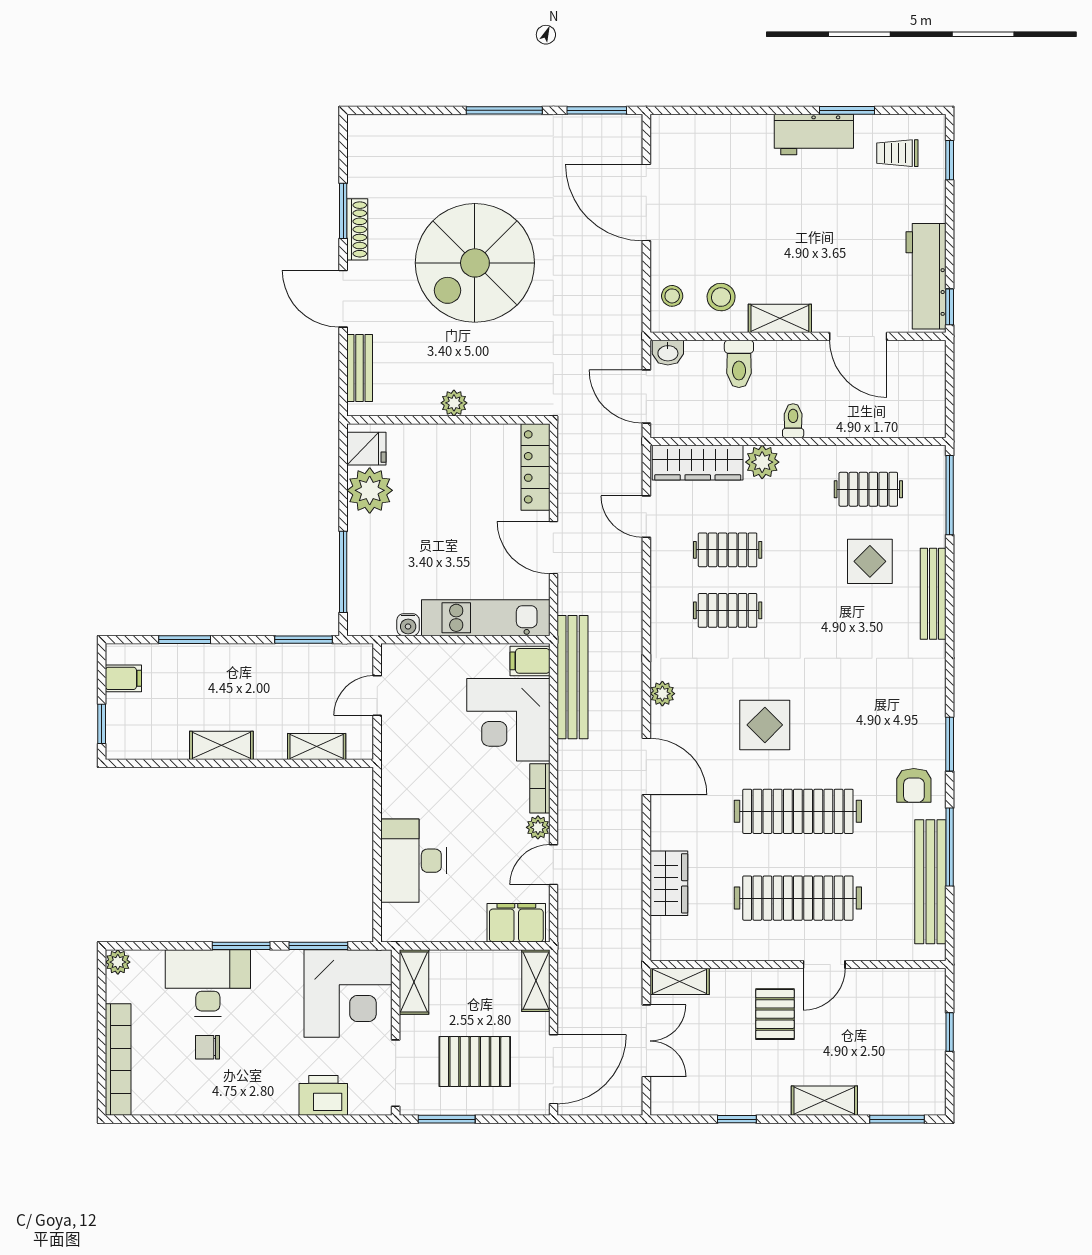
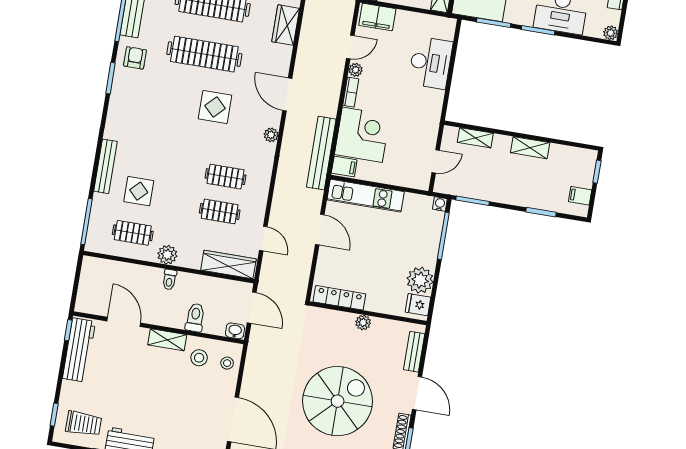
trolley: (897, 153) -> (84, 424), width x1.36, depth x1.39
plant: (762, 462) -> (167, 255), moved
locker: (535, 467) -> (339, 298), moved, turned -90
water cooler: (408, 625) -> (440, 204), moved

